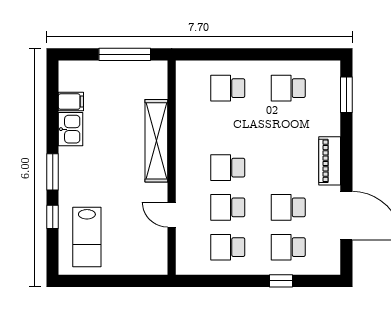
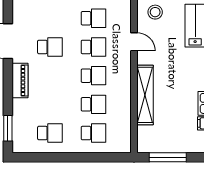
school desk: (288, 247) -> (94, 104), moved
stool: (142, 256) -> (155, 12), added

